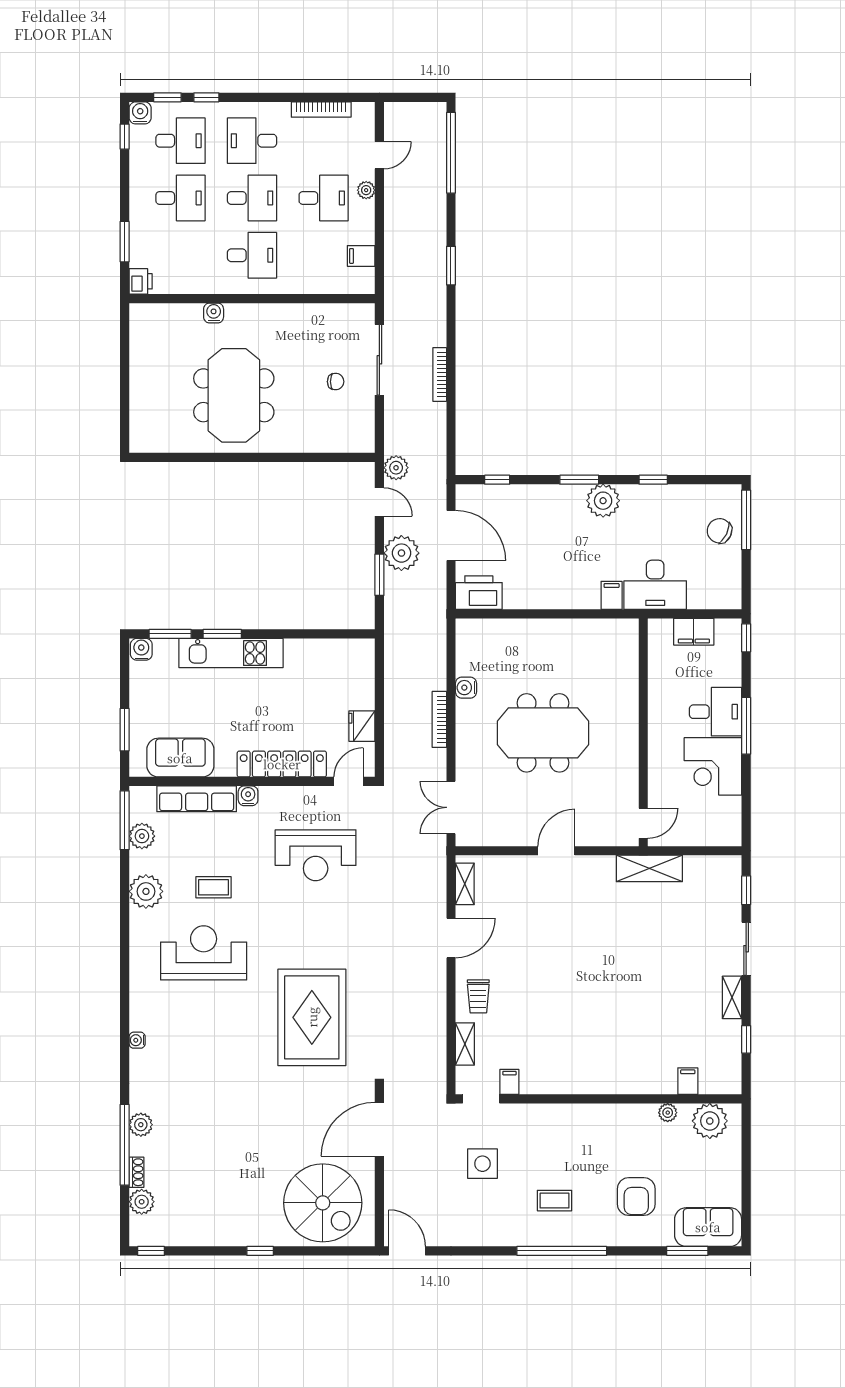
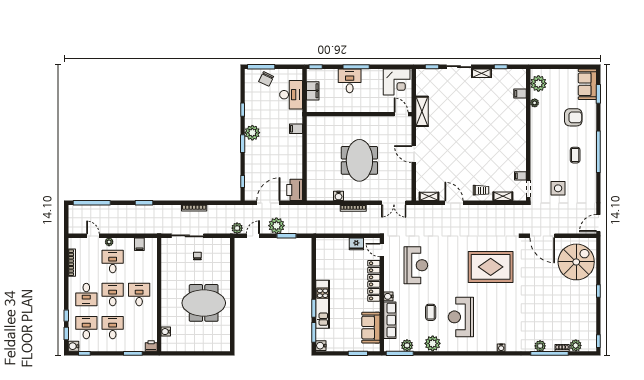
water cooler: (214, 313) -> (166, 332), moved
desk: (655, 585) -> (291, 95), moved
corner desk: (713, 766) -> (397, 82), moved

